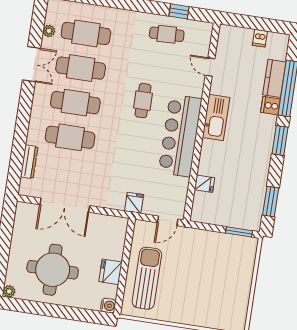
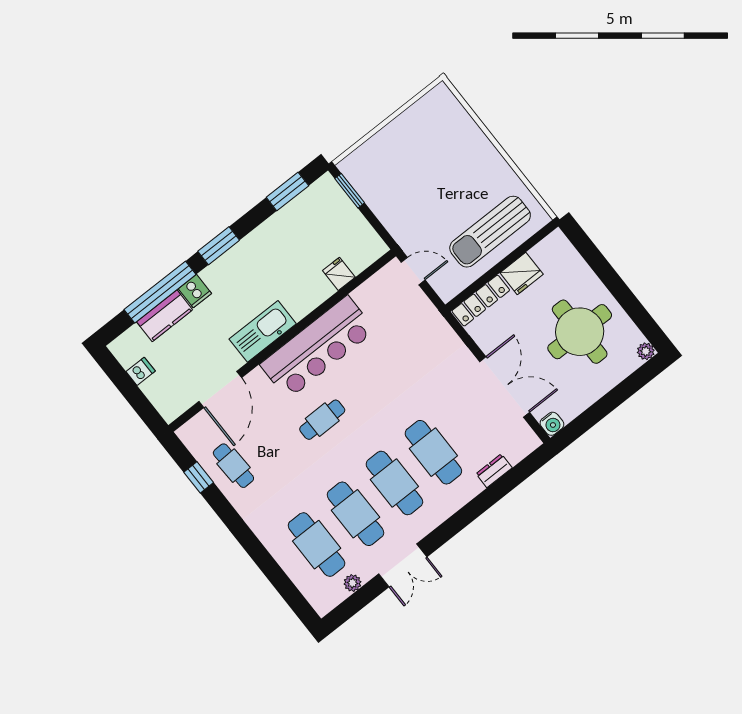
double door: (31, 64) -> (403, 565), swing flipped
door: (210, 67) -> (220, 390), width x1.88
dresser: (29, 162) -> (494, 471), width x0.70
fridge: (134, 203) -> (431, 322), removed
locker: (119, 238) -> (481, 301), added
water cooler: (108, 306) -> (552, 424), moved, turned 180

